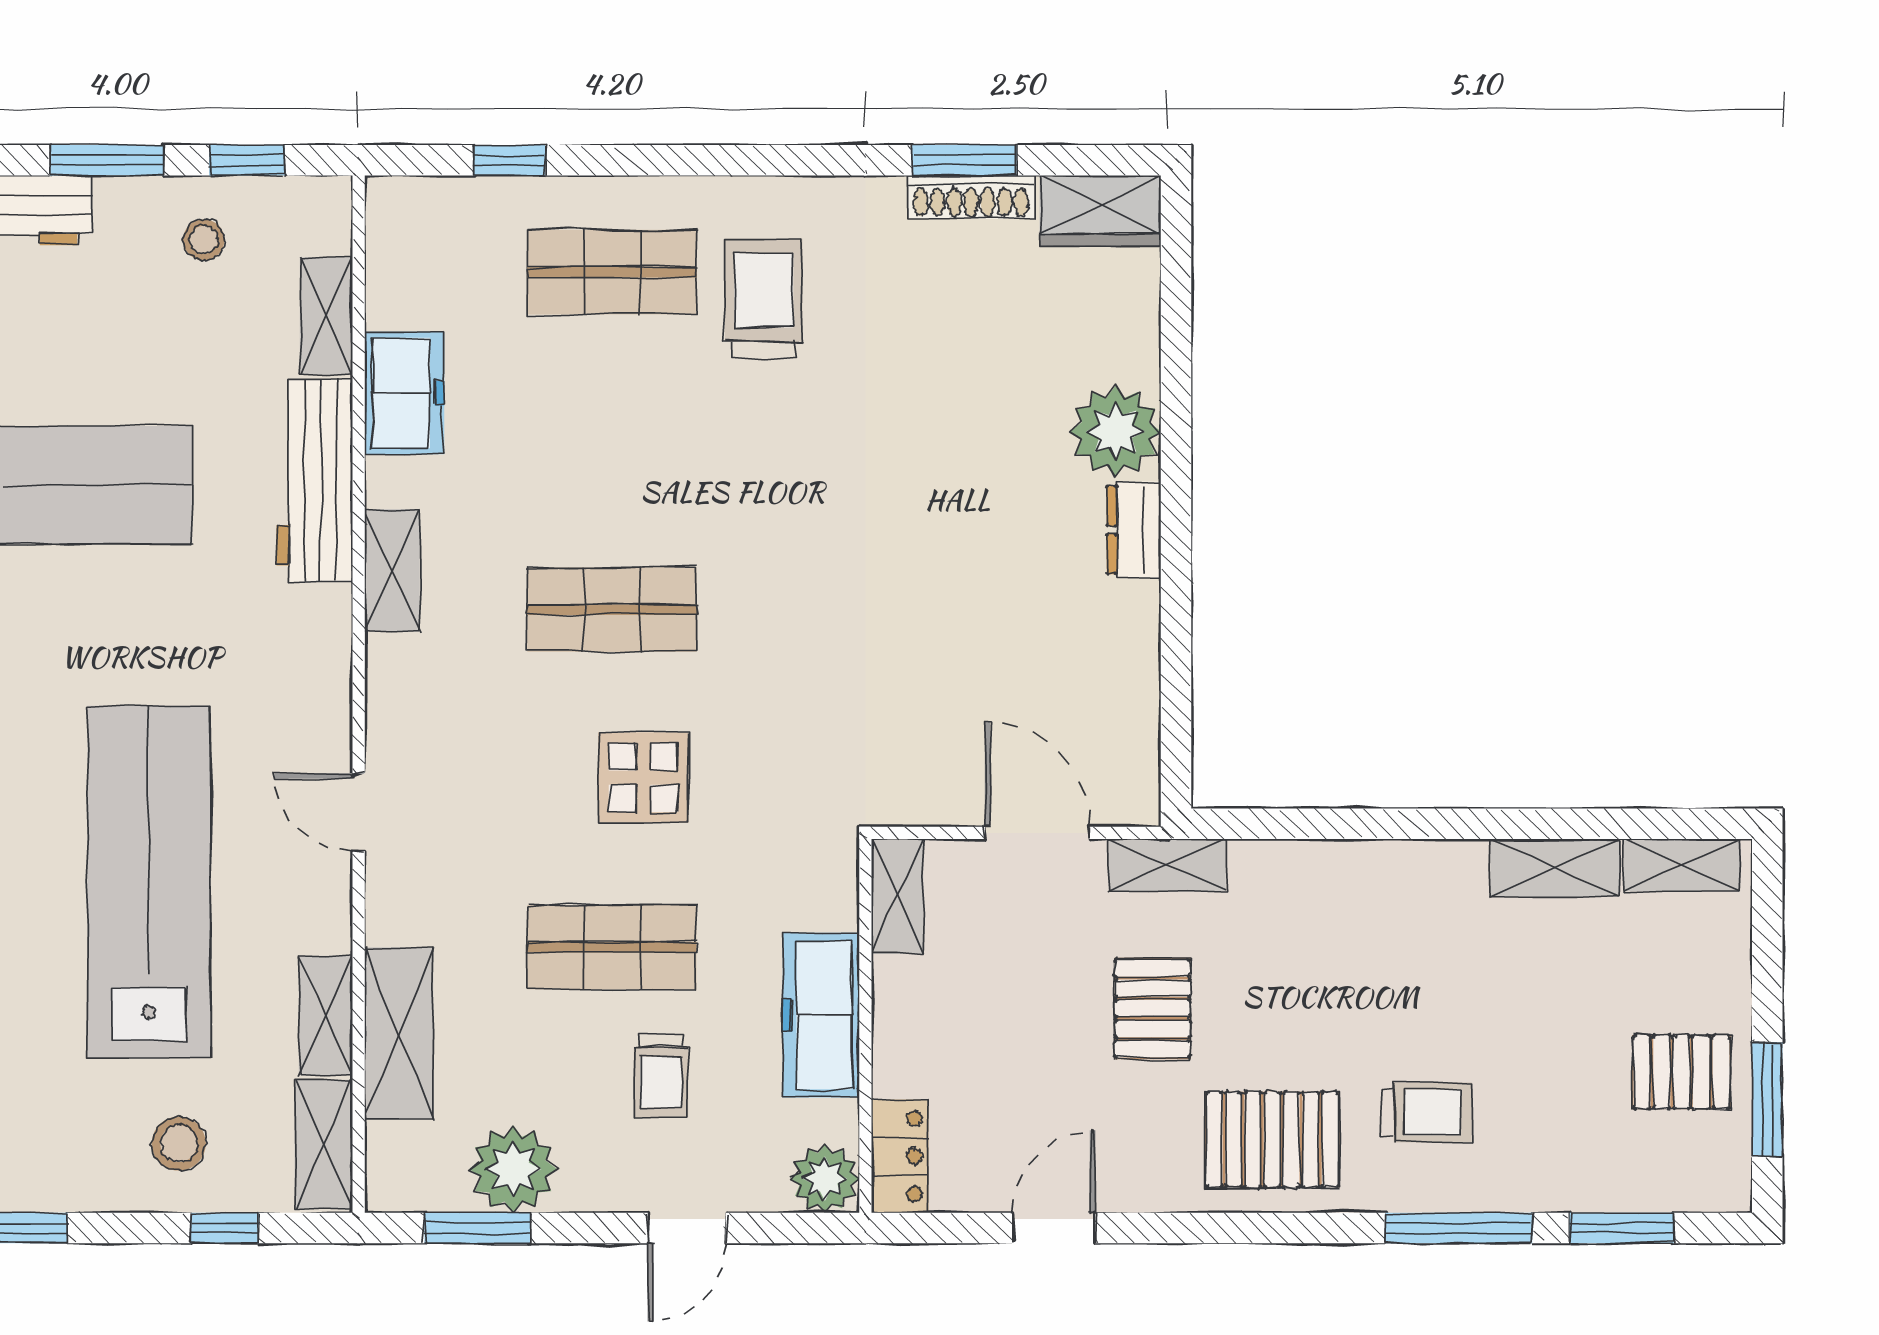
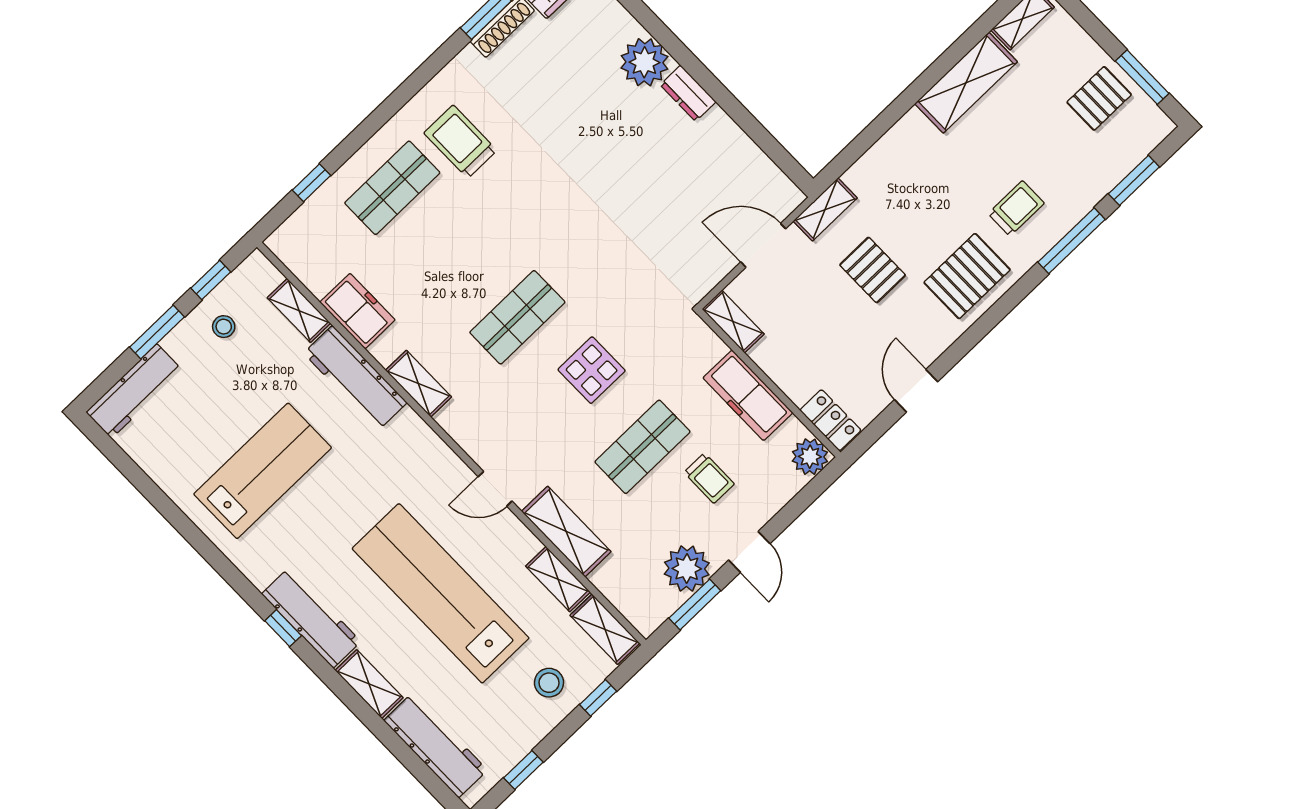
shelving: (1555, 868) -> (966, 83), width x1.50, depth x1.33
shelving: (399, 1033) -> (566, 532), moved
door: (687, 1228) -> (749, 552), moved

